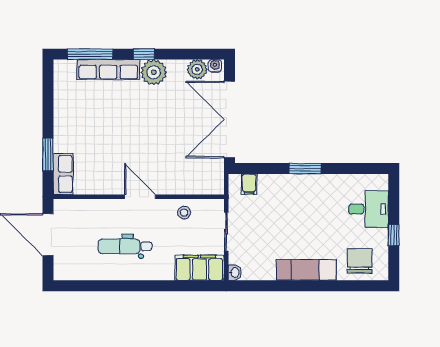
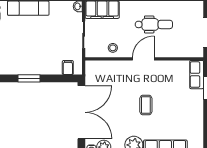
coffee table: (136, 130) -> (146, 105), added
door: (140, 197) -> (143, 59), swing flipped

